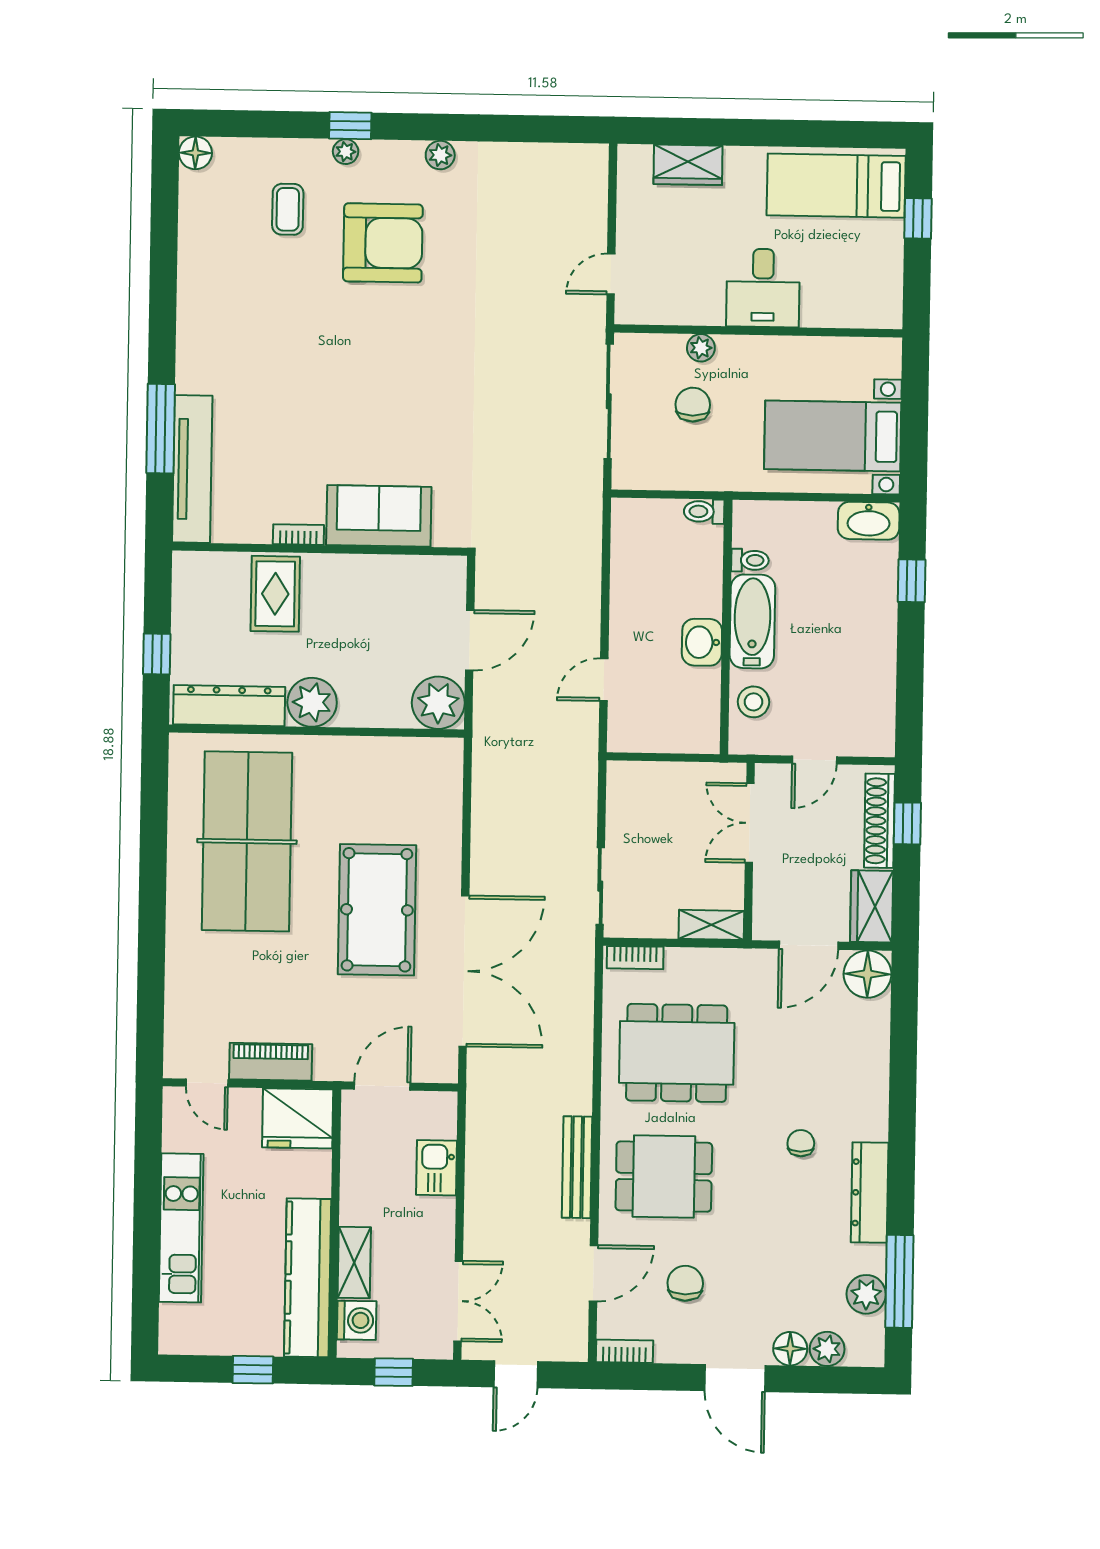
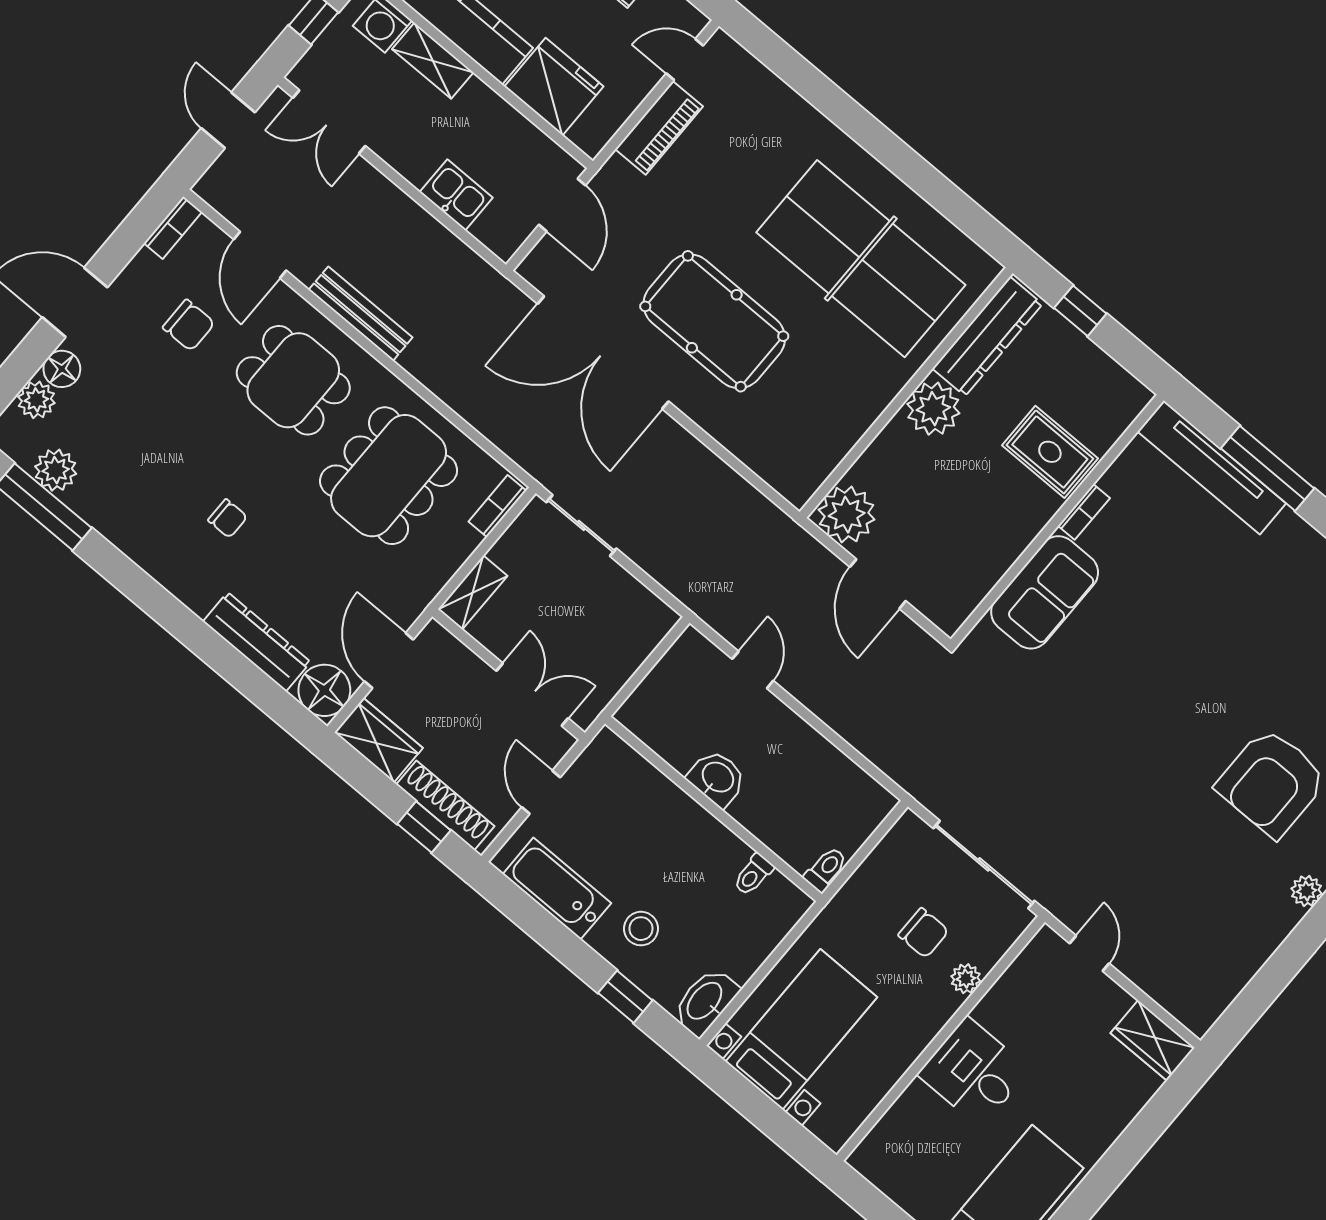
wardrobe: (688, 165) -> (1153, 1040), moved, turned -90
bathtub: (752, 621) -> (557, 889), moved, turned 180
stool: (753, 702) -> (641, 929), moved
fridge: (298, 1118) -> (554, 87), moved, turned 90
dining table: (664, 1177) -> (293, 380), turned 90
dresser: (870, 1193) -> (257, 642), moved

